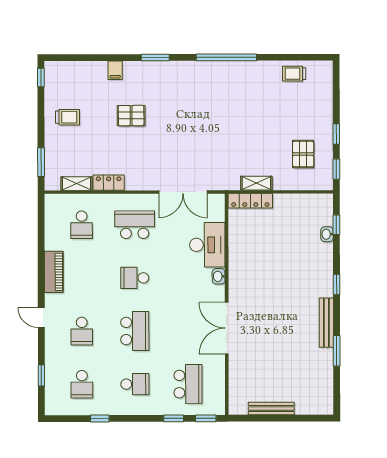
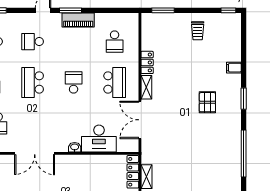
pallet: (131, 116) -> (207, 102), moved
shelving: (77, 184) -> (146, 87), moved
school desk: (82, 225) -> (115, 42), turned -90
window: (41, 282) -> (70, 10), added
double door: (227, 328) -> (35, 153), swing flipped
school desk: (135, 331) -> (33, 82), turned 90

